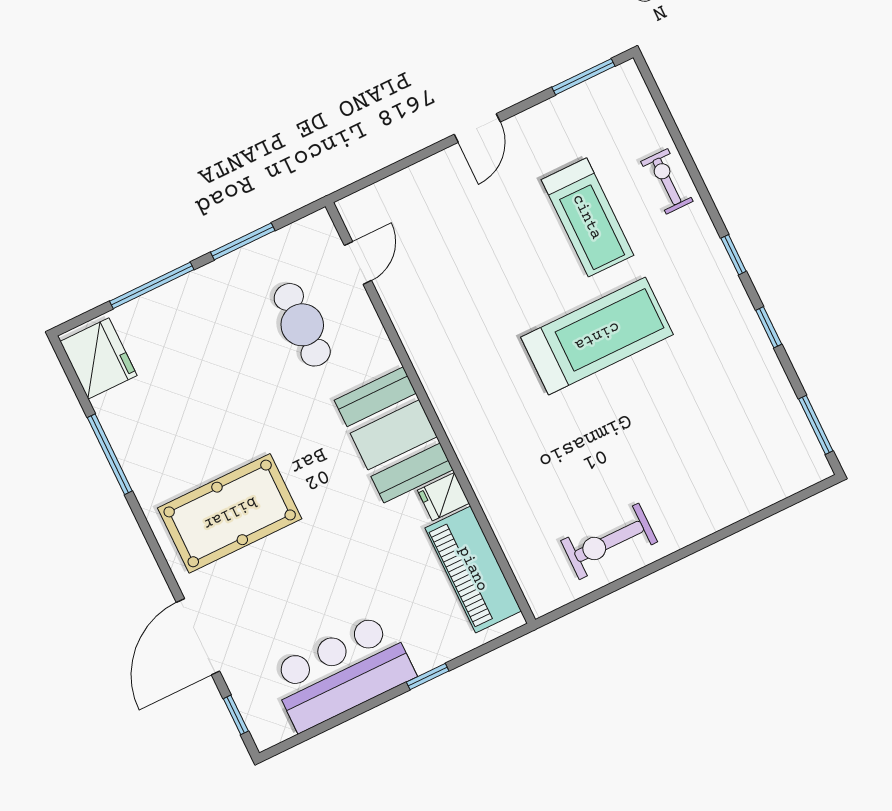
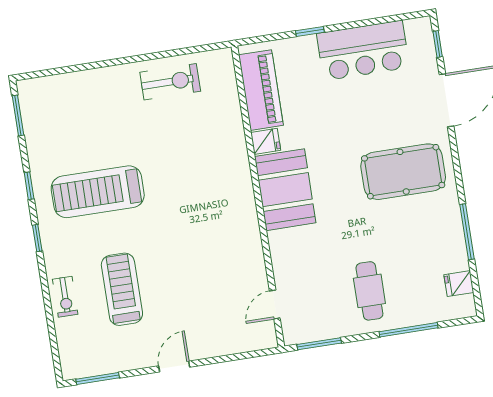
window: (243, 241) -> (319, 344), moved
cafe table: (302, 325) -> (369, 291), moved
treadmill: (597, 336) -> (98, 192), moved
fridge: (98, 358) -> (459, 284), width x0.53, depth x0.75

